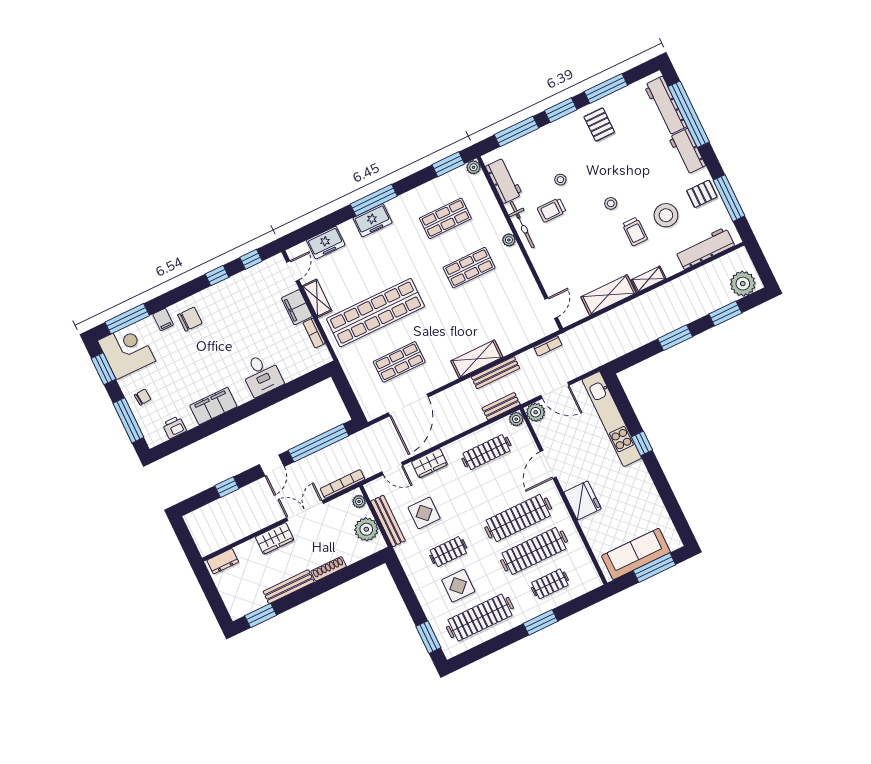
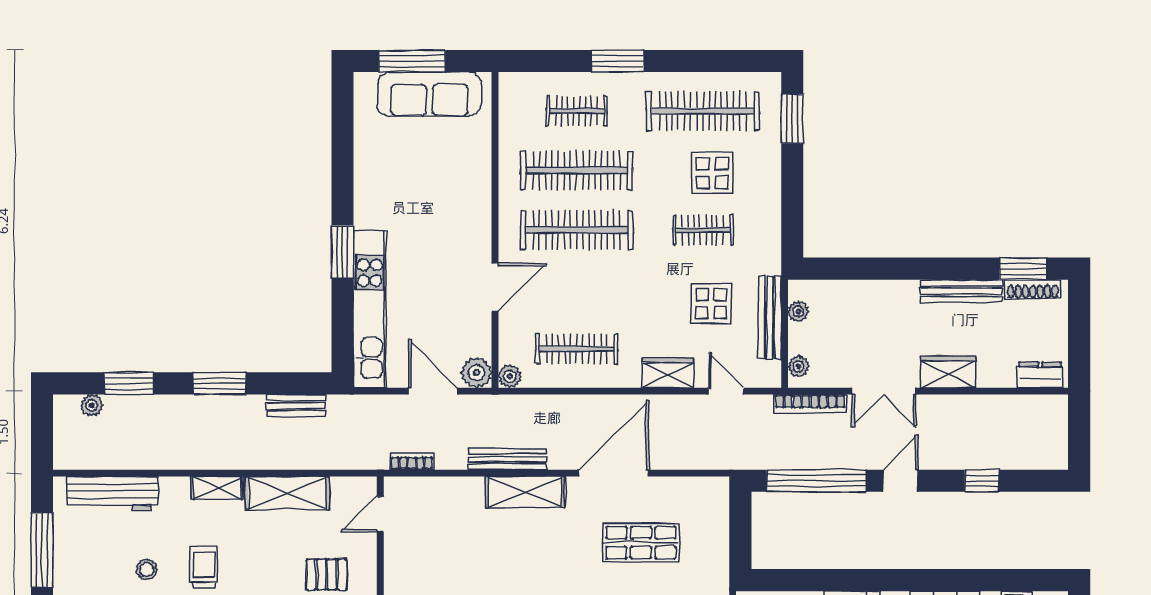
pallet: (702, 194) -> (327, 574), moved
stool: (666, 215) -> (147, 569), width x0.53, depth x0.53
plant: (743, 284) -> (92, 405), width x0.53, depth x0.53
door: (408, 405) -> (614, 473), moved
bench: (501, 406) -> (296, 406), moved
window: (642, 443) -> (343, 252), width x1.50
fridge: (583, 500) -> (470, 210), removed
plant: (366, 529) -> (798, 312), width x0.53, depth x0.53
shoe rack: (329, 569) -> (1033, 289), moved

